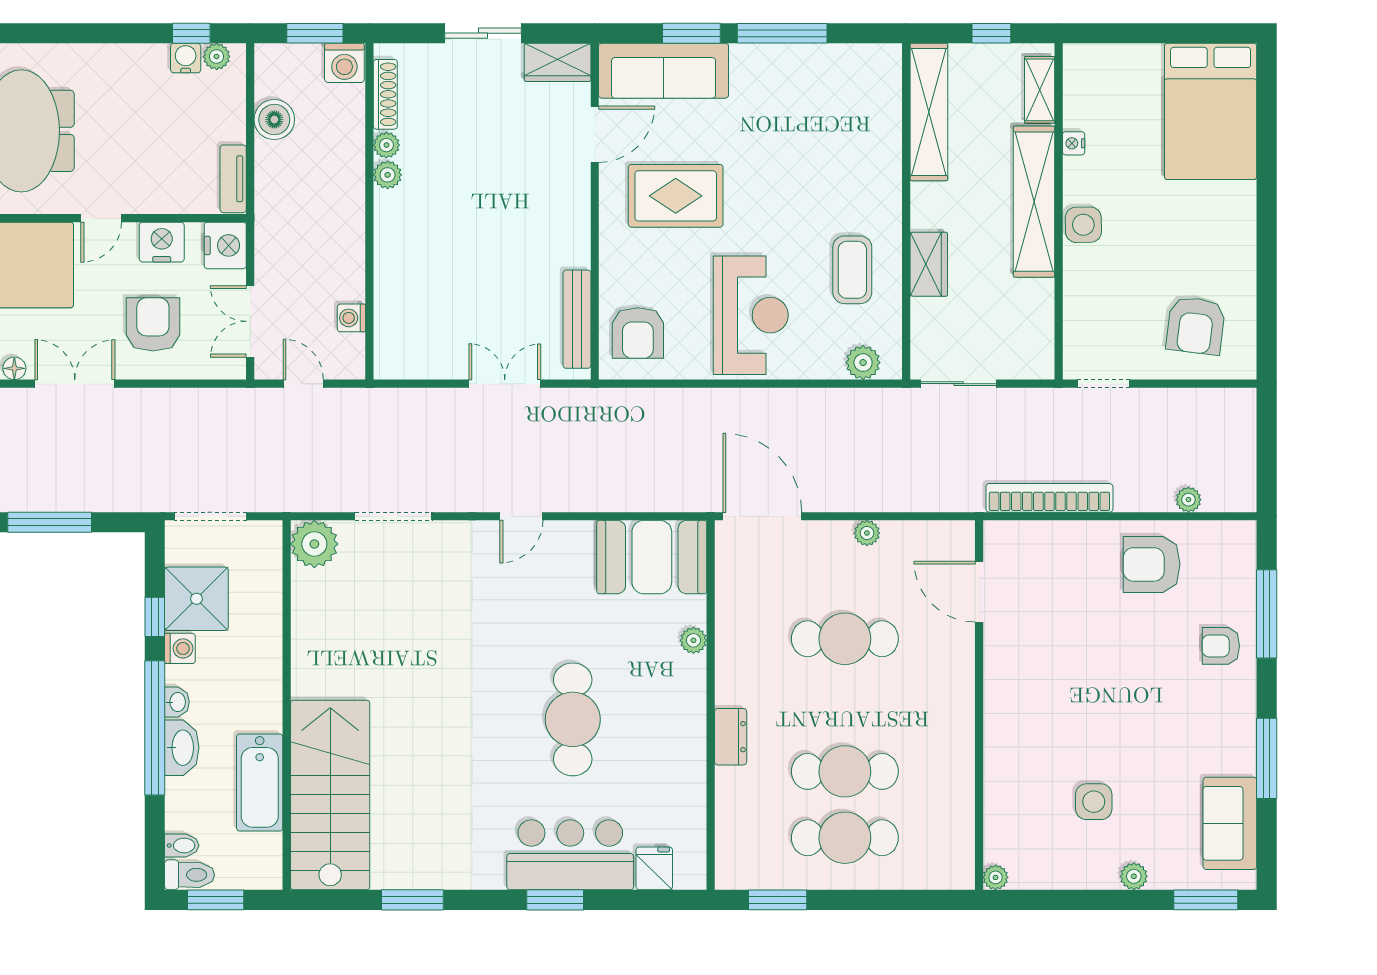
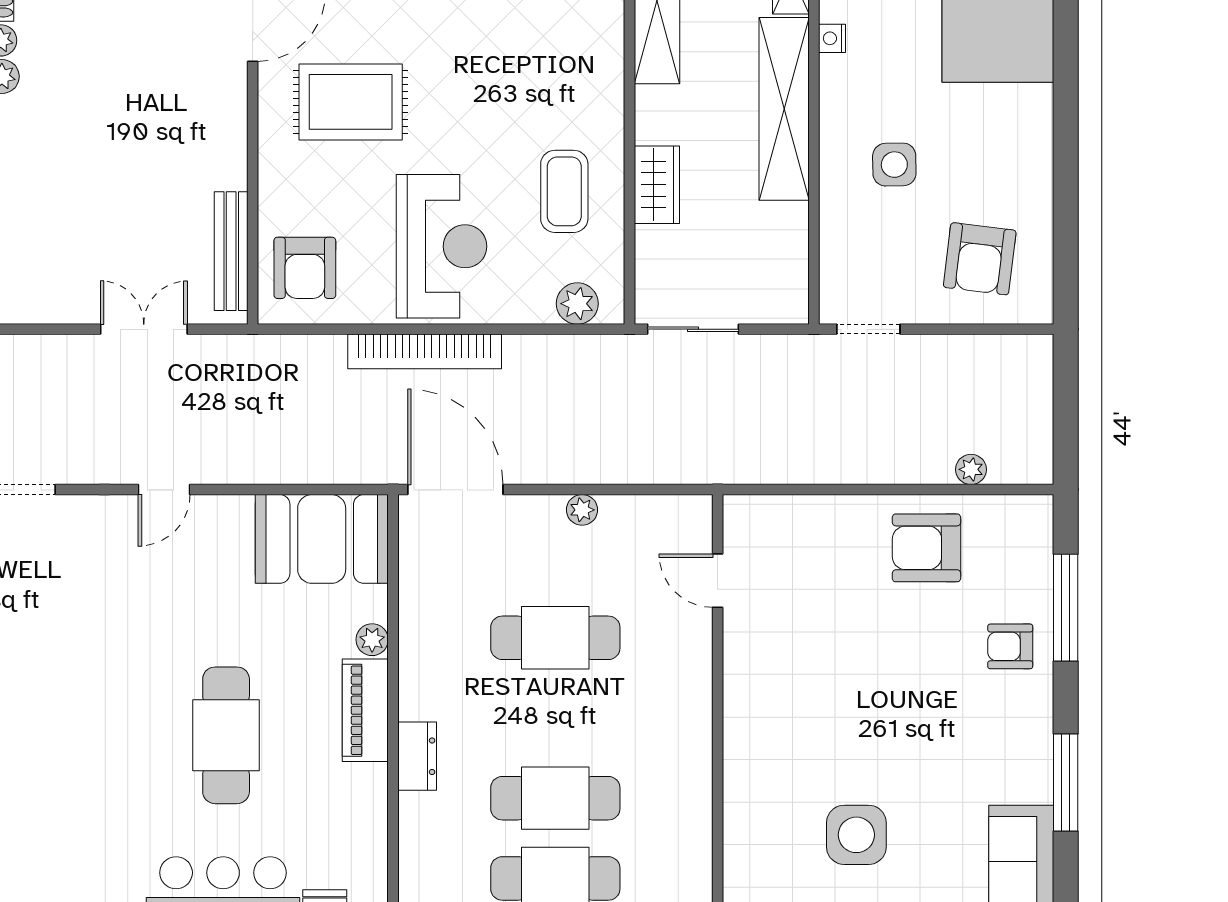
side table: (1083, 225) -> (894, 165), moved
bookcase: (1049, 498) -> (425, 351), moved, turned 180
door: (979, 592) -> (718, 581), width x0.73
piano: (688, 699) -> (365, 710), added
side table: (1094, 802) -> (856, 835), width x1.37, depth x1.37

